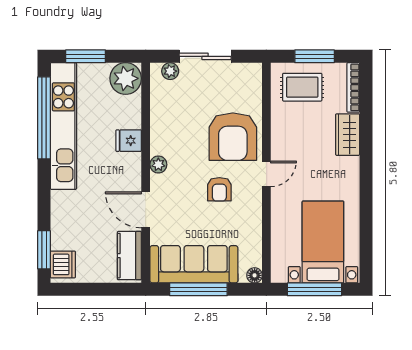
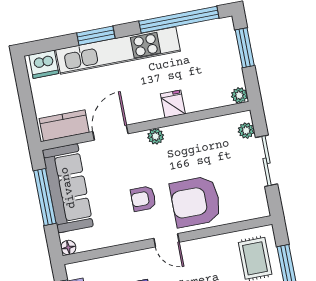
plant: (126, 78) -> (239, 95), width x0.53, depth x0.53
kitchen unit: (63, 126) -> (118, 50), moved
window: (44, 250) -> (96, 36), moved

